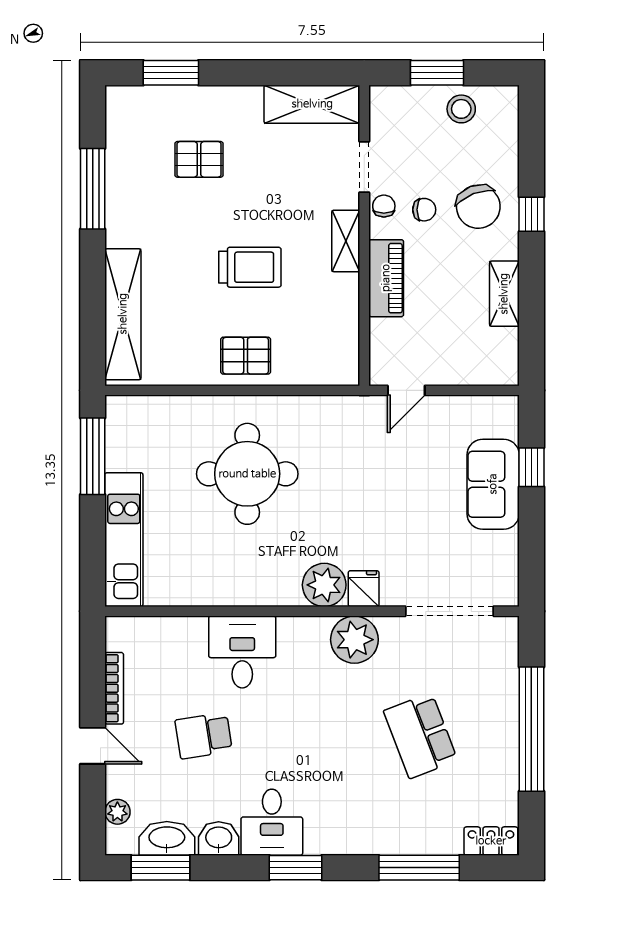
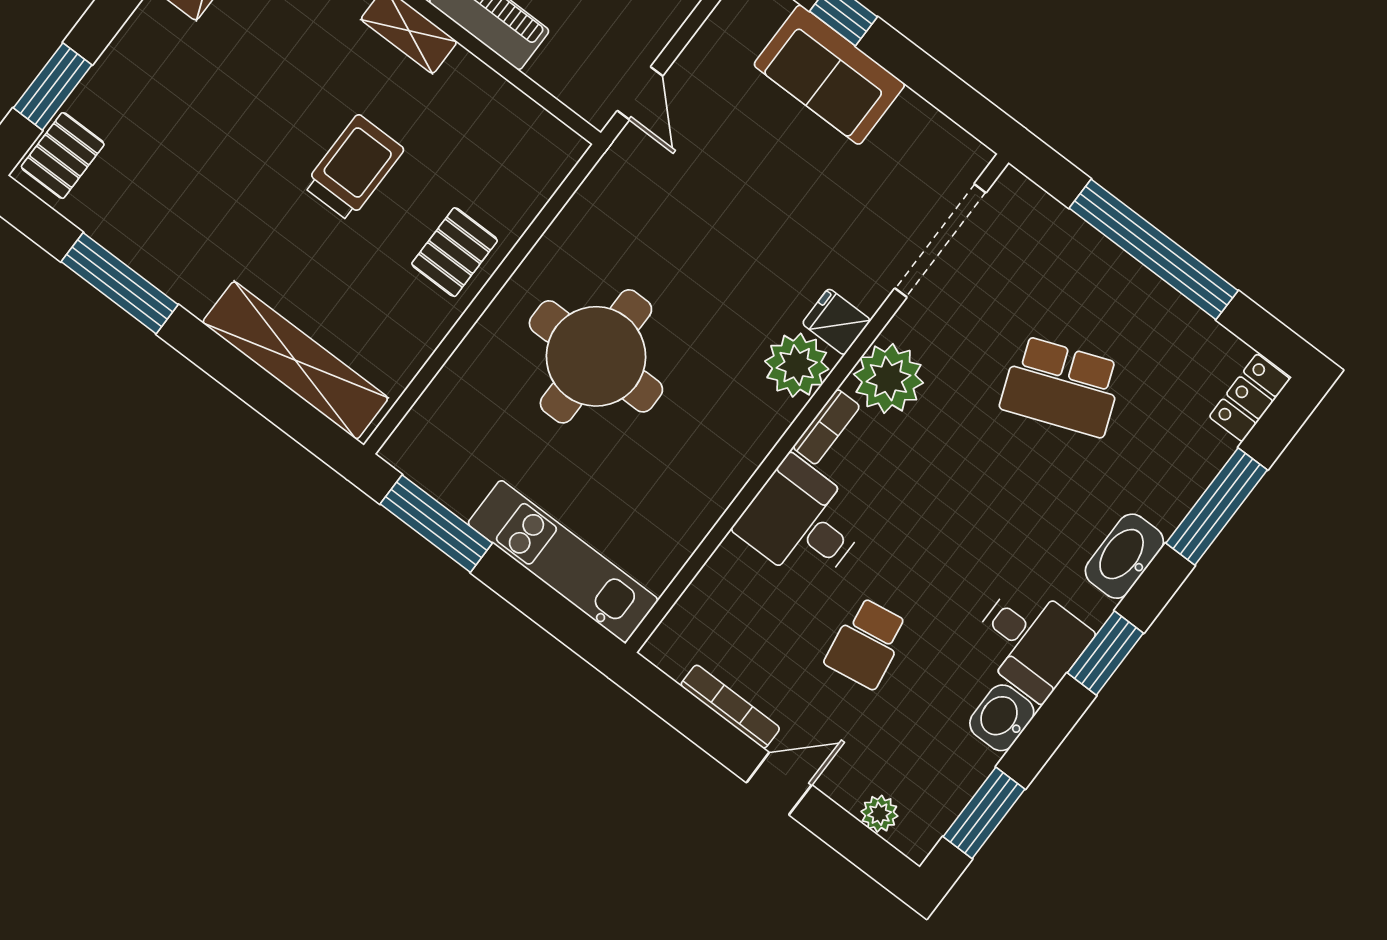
pallet: (199, 159) -> (63, 156), moved
bookcase: (303, 626) -> (826, 427), added
washbasin: (167, 838) -> (1124, 556), moved

